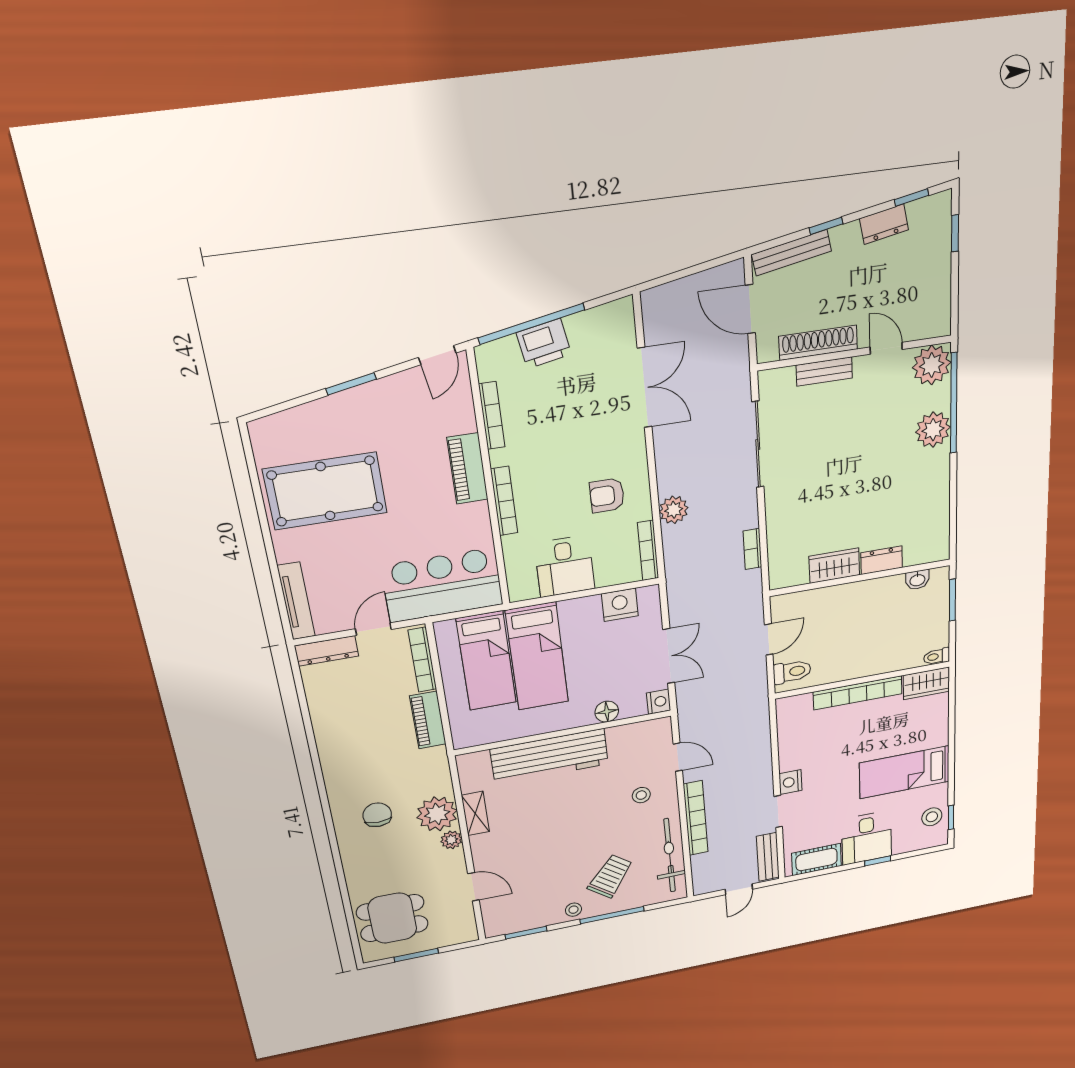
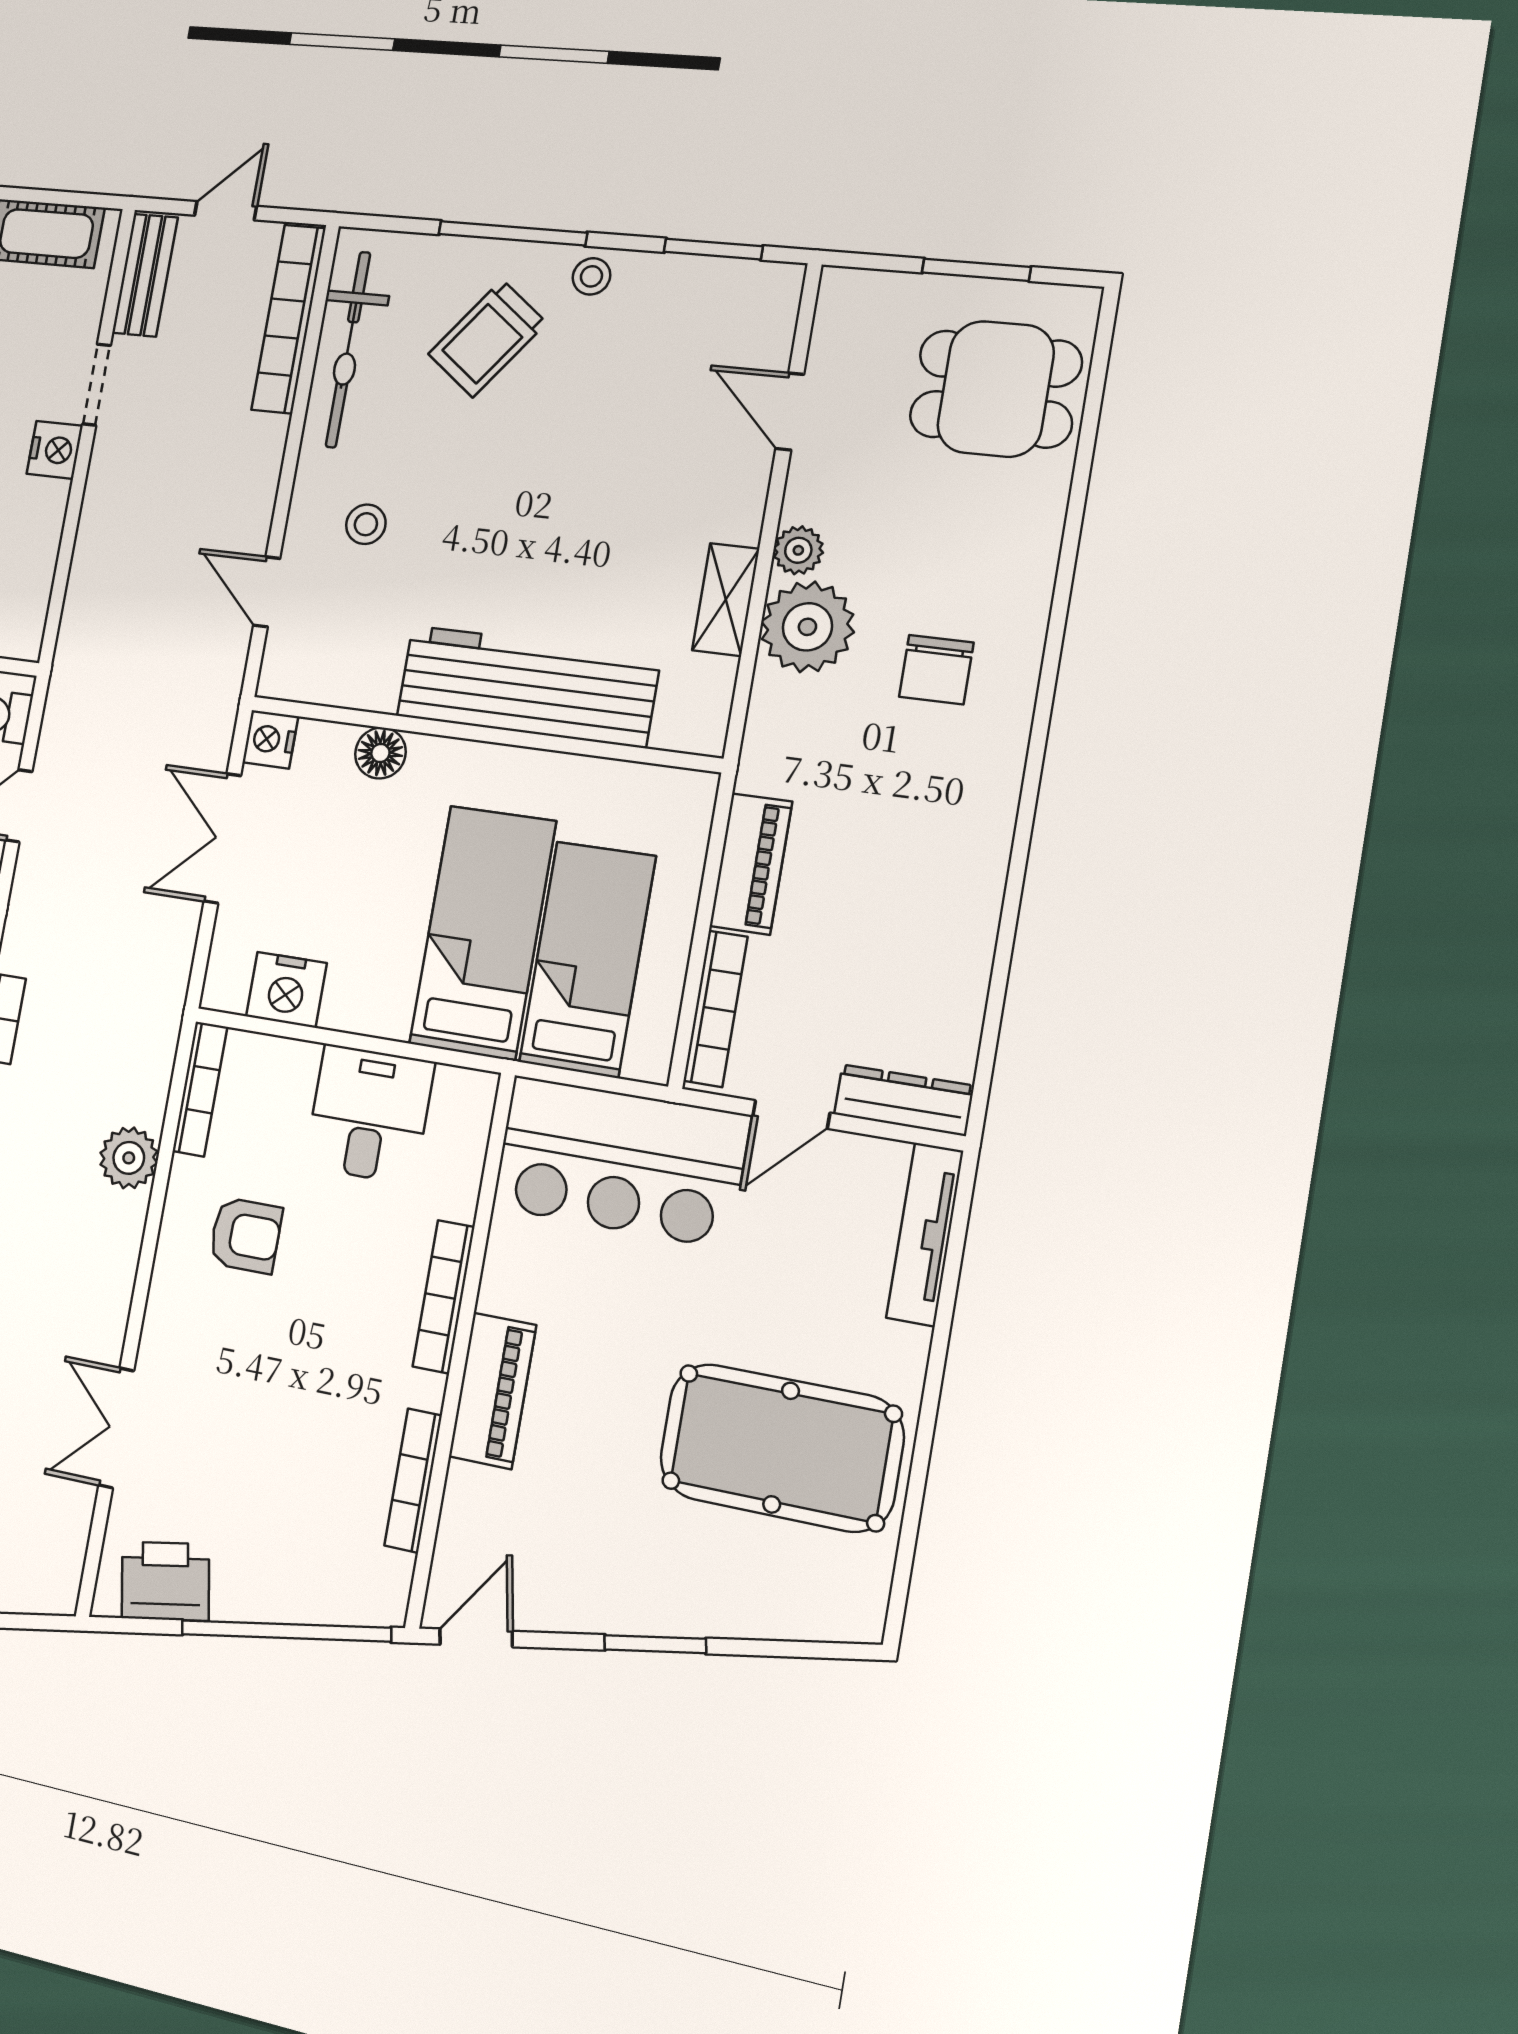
printer: (544, 344) -> (165, 1581), moved
double door: (645, 388) -> (116, 1428), width x0.73
bookcase: (696, 818) -> (289, 319), moved

